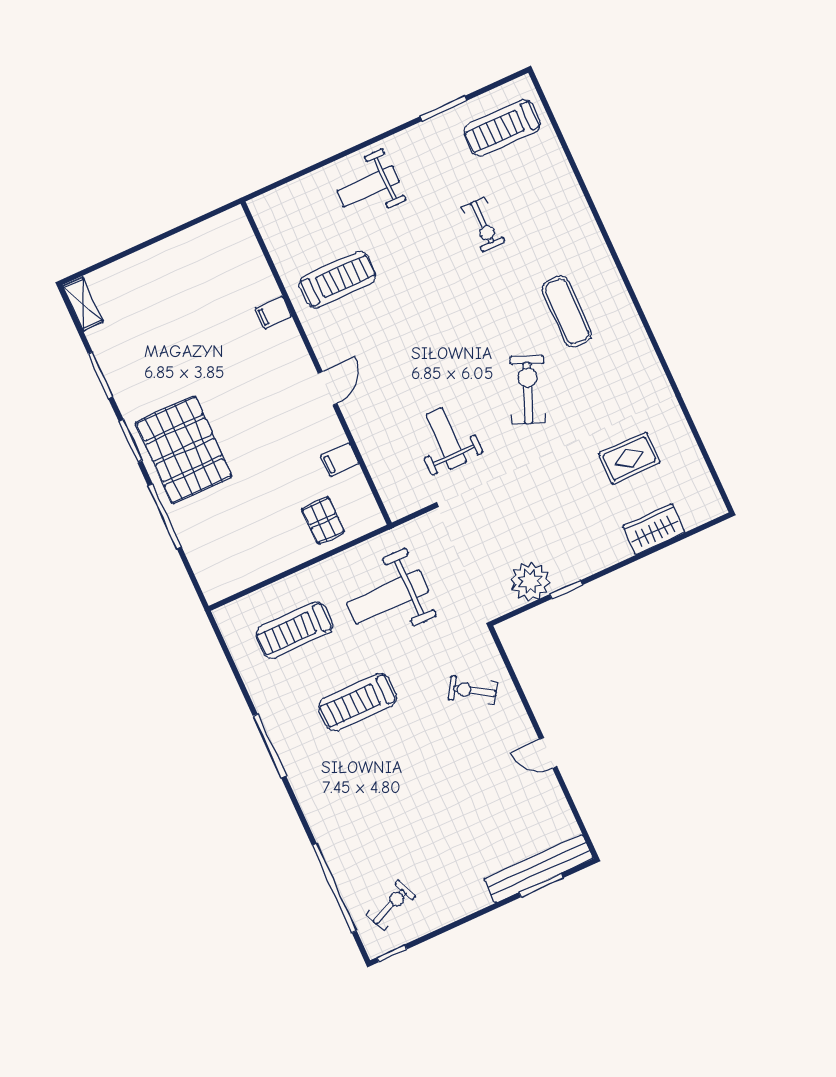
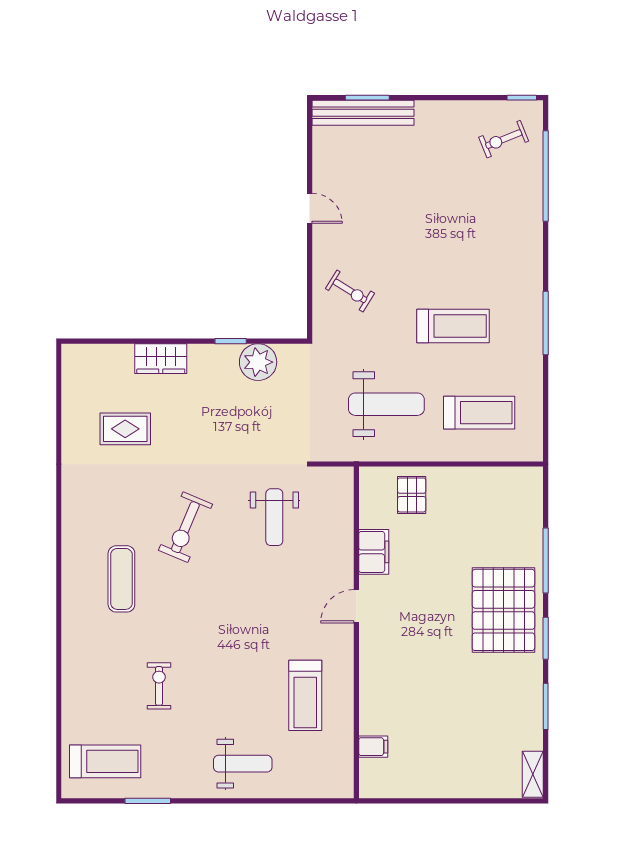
treadmill: (338, 280) -> (305, 695), turned -90
filing cabinet: (273, 313) -> (373, 747), moved
filing cabinet: (340, 460) -> (374, 552), width x2.00
wardrobe: (654, 529) -> (161, 359), moved

